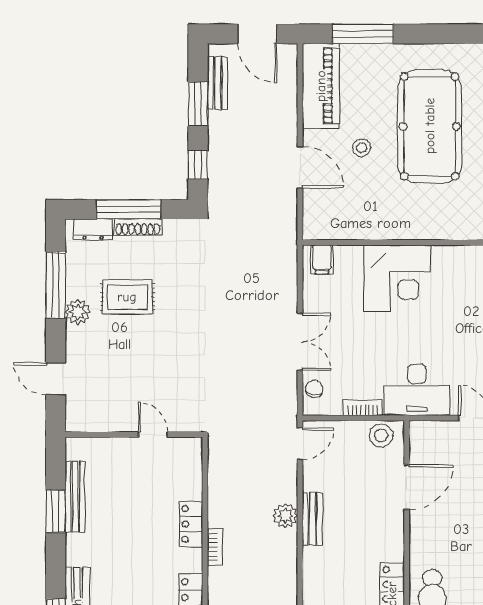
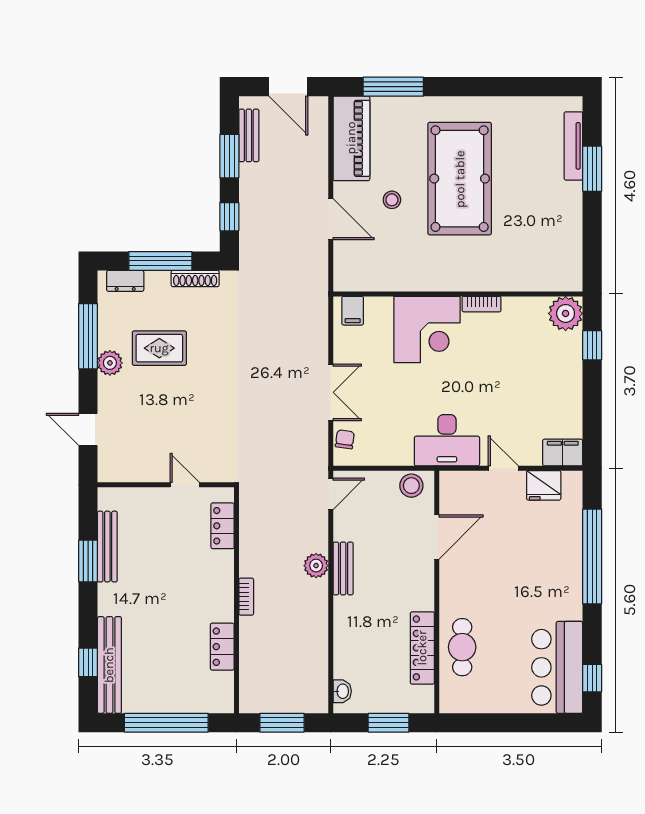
shoe rack: (138, 227) -> (195, 279), moved
bookcase: (363, 408) -> (482, 304), moved, turned 180
locker: (191, 524) -> (223, 526), moved

